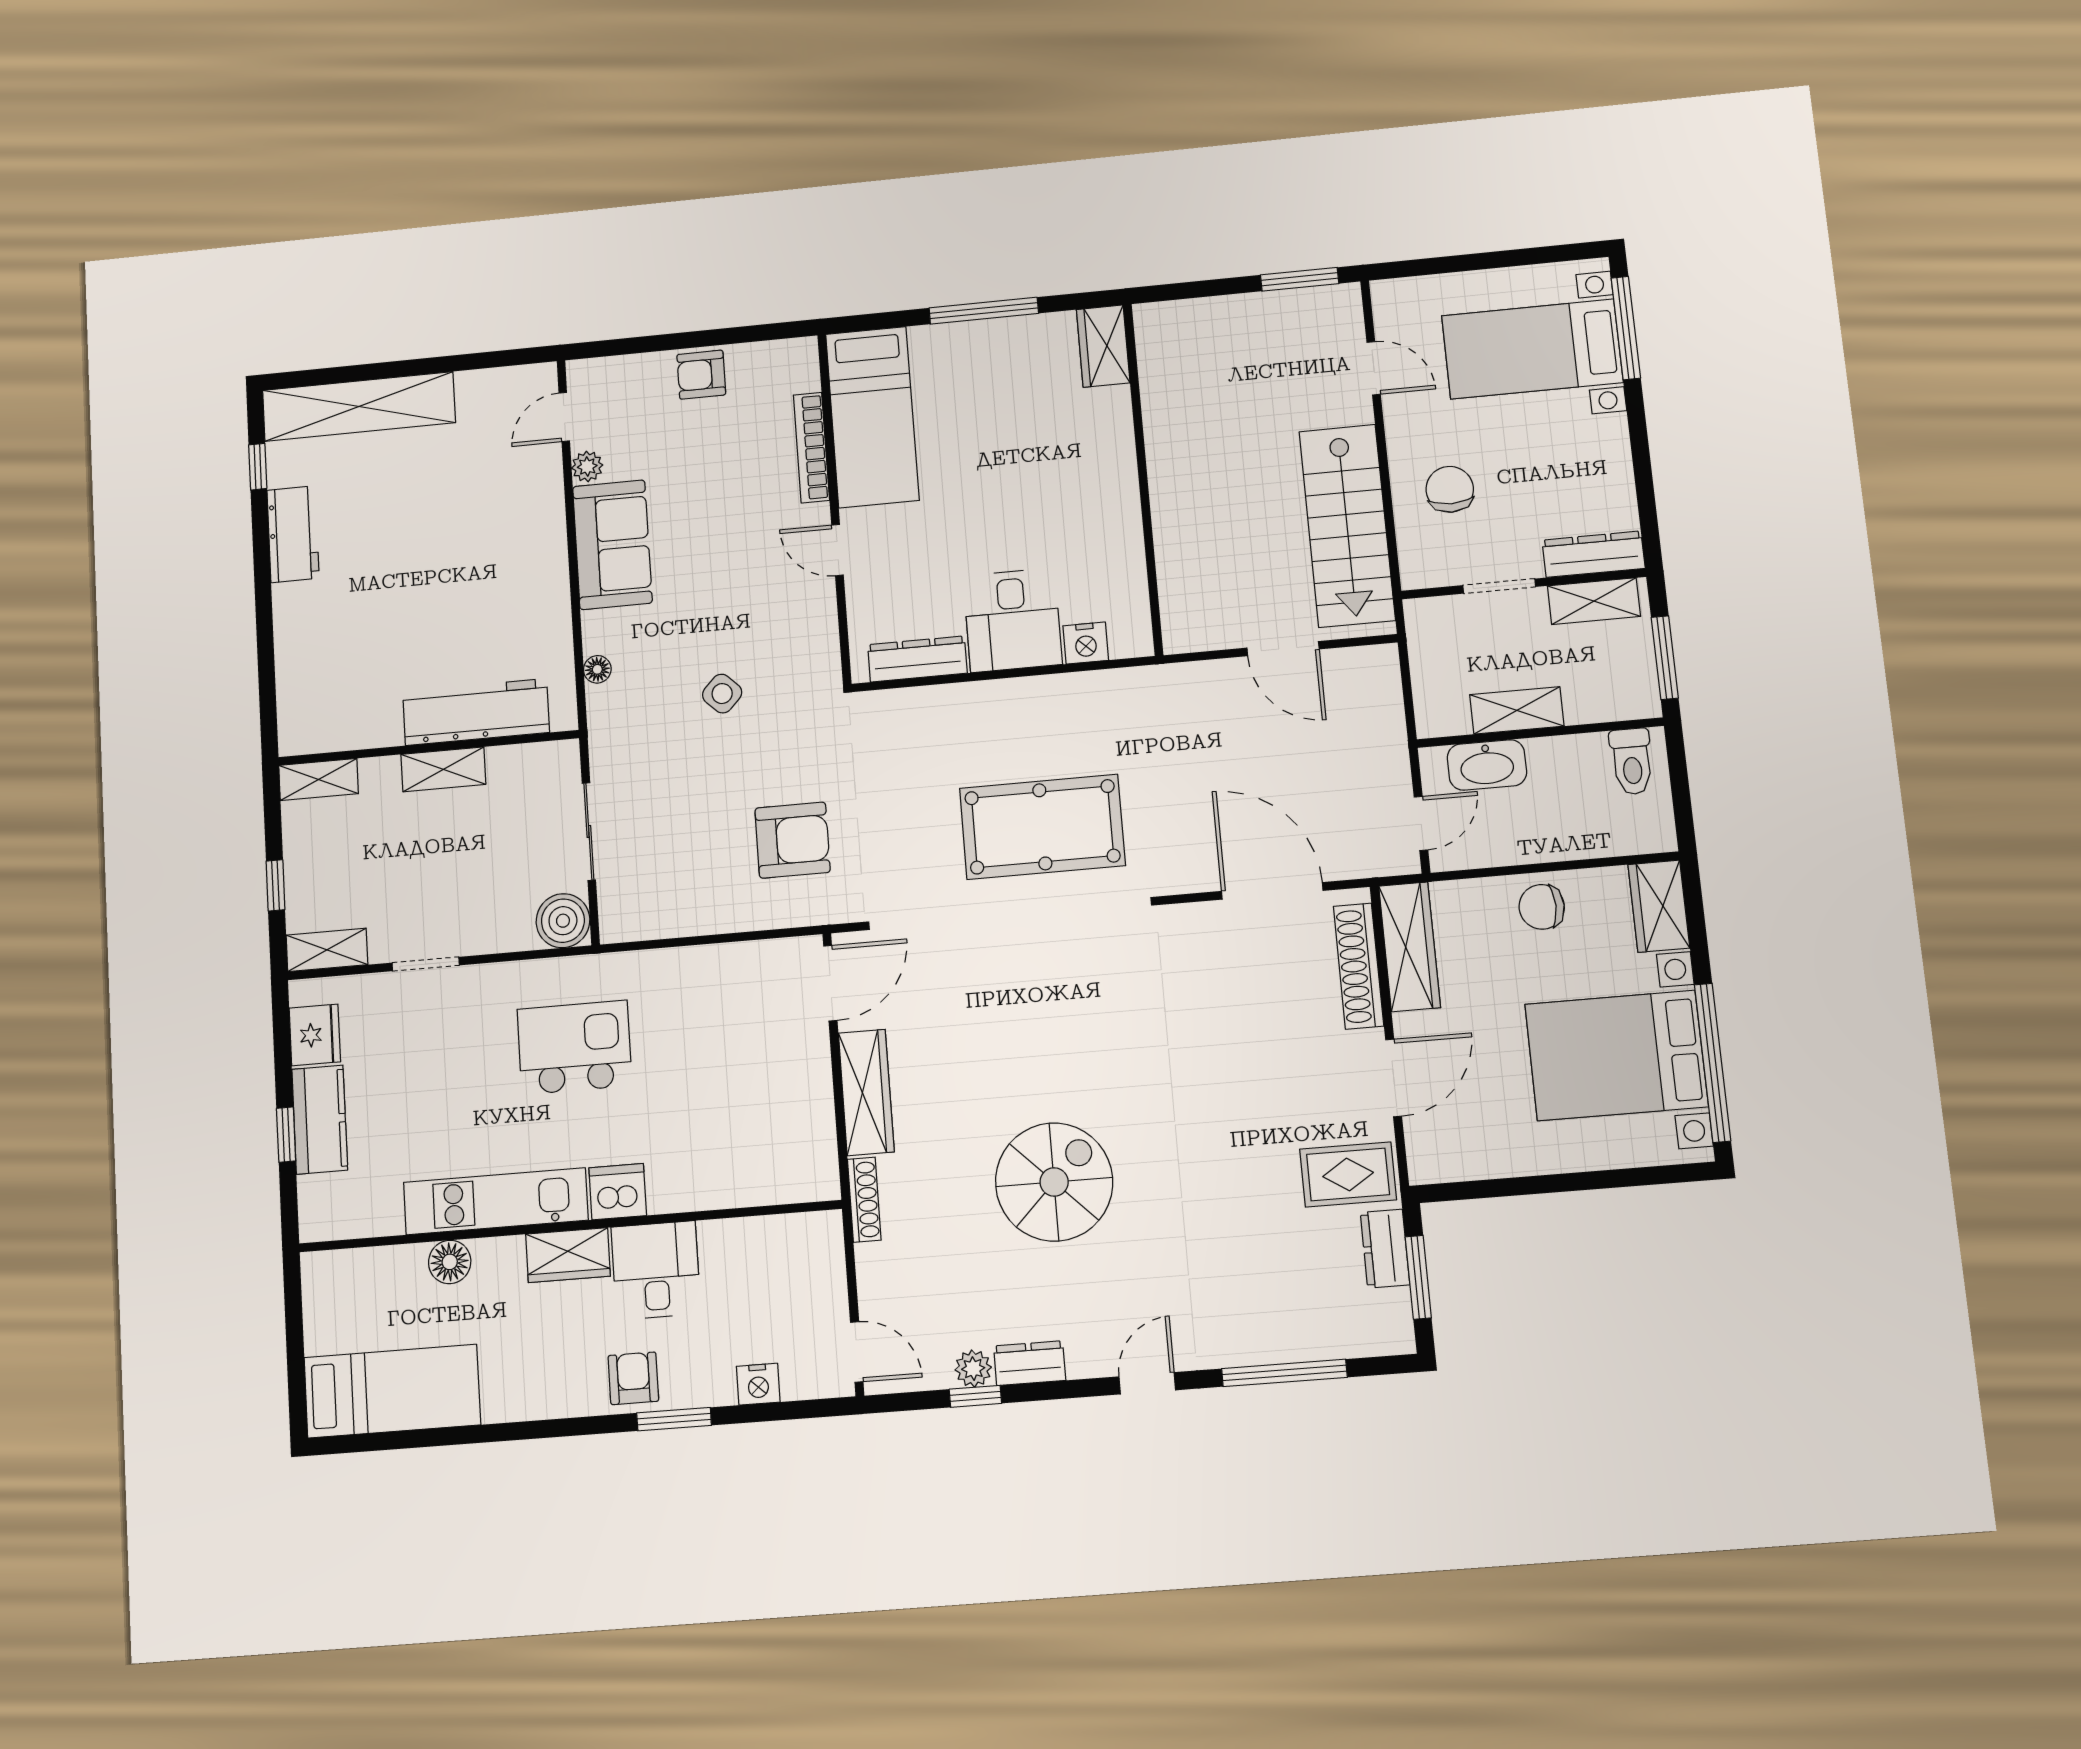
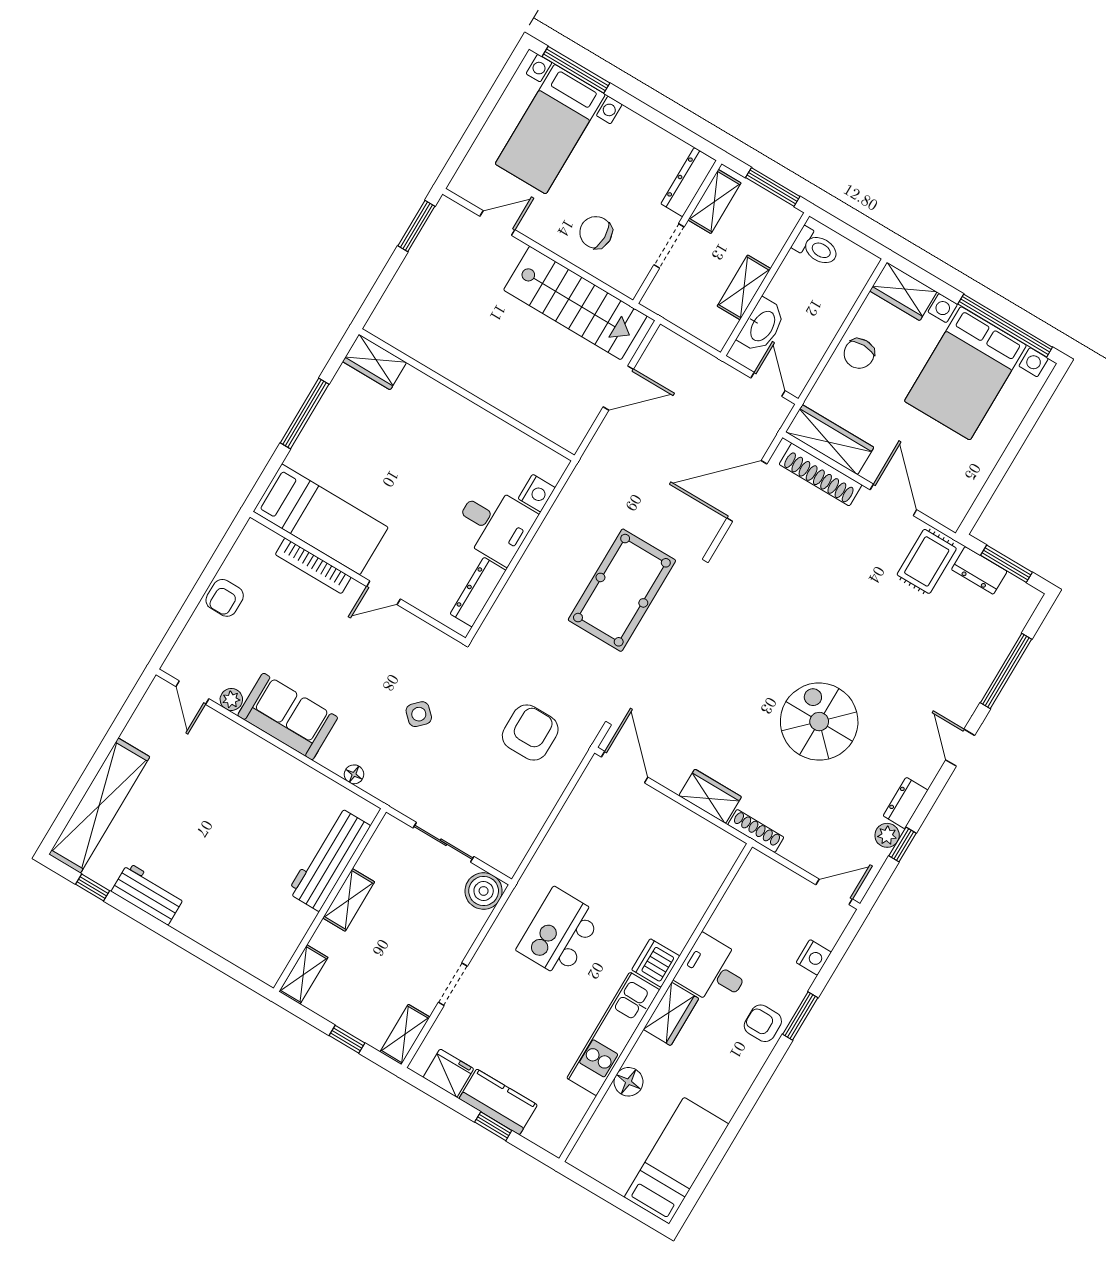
wardrobe: (866, 1092) -> (710, 796), width x0.67

